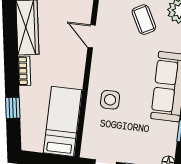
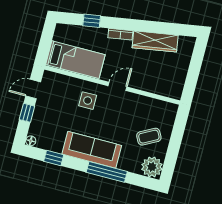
door: (92, 36) -> (118, 86), moved

